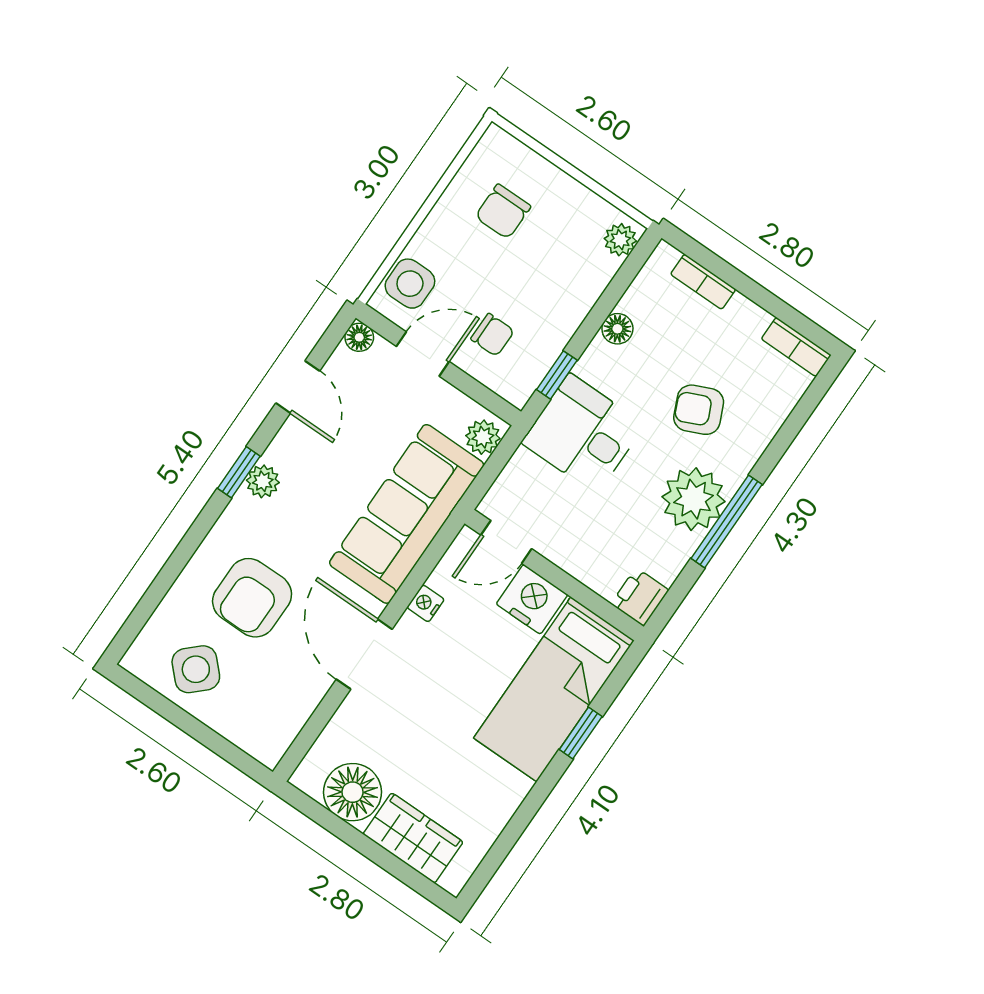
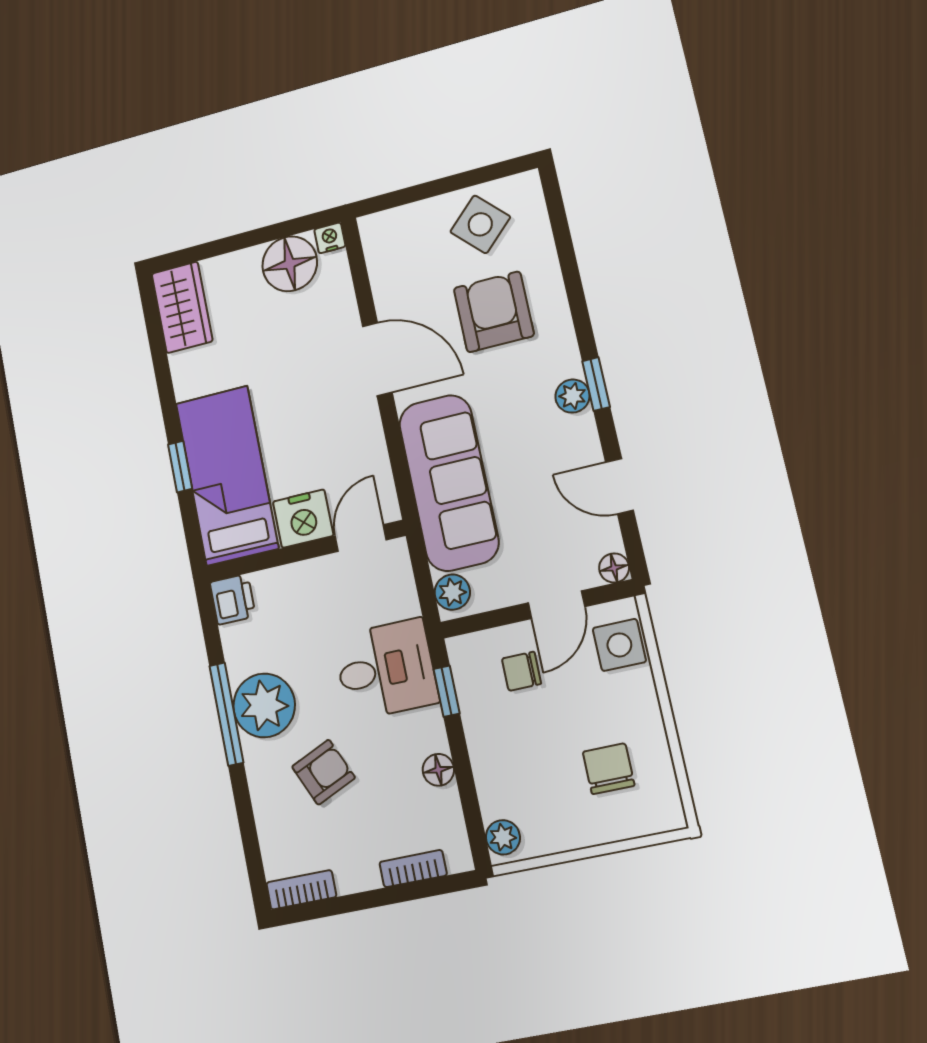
nightstand: (426, 603) -> (330, 238), moved, turned -90
wardrobe: (413, 838) -> (182, 307), moved, turned -90

